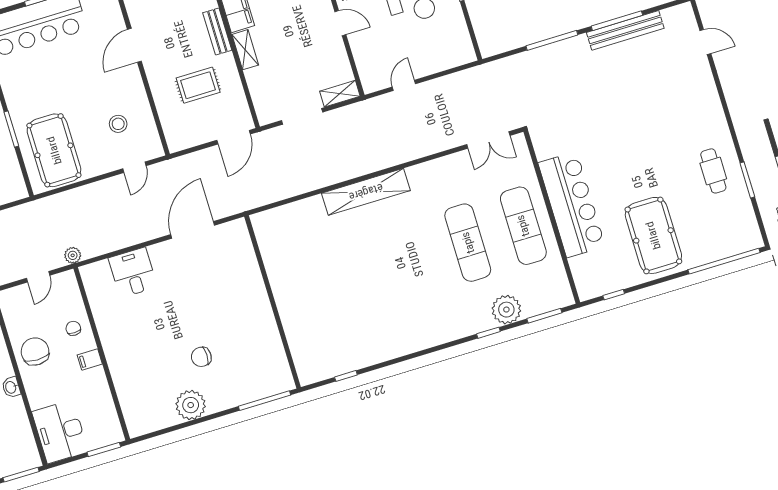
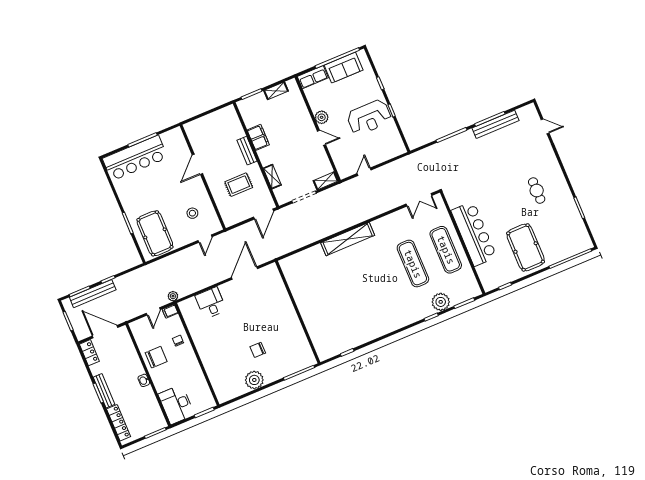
shelving: (245, 50) -> (272, 177), moved
cafe table: (713, 171) -> (537, 191), moved
chair: (35, 351) -> (156, 357), turned 90
filing cabinet: (90, 360) -> (170, 311), moved

